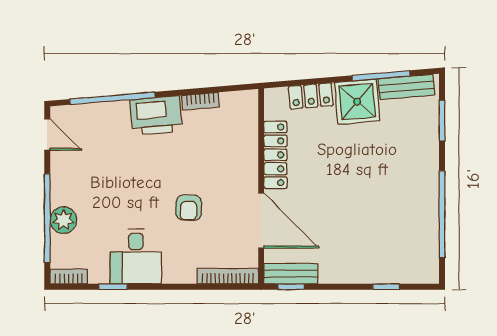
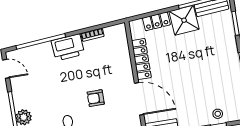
armchair: (189, 208) -> (96, 98), turned 87
stool: (388, 267) -> (218, 114), added

